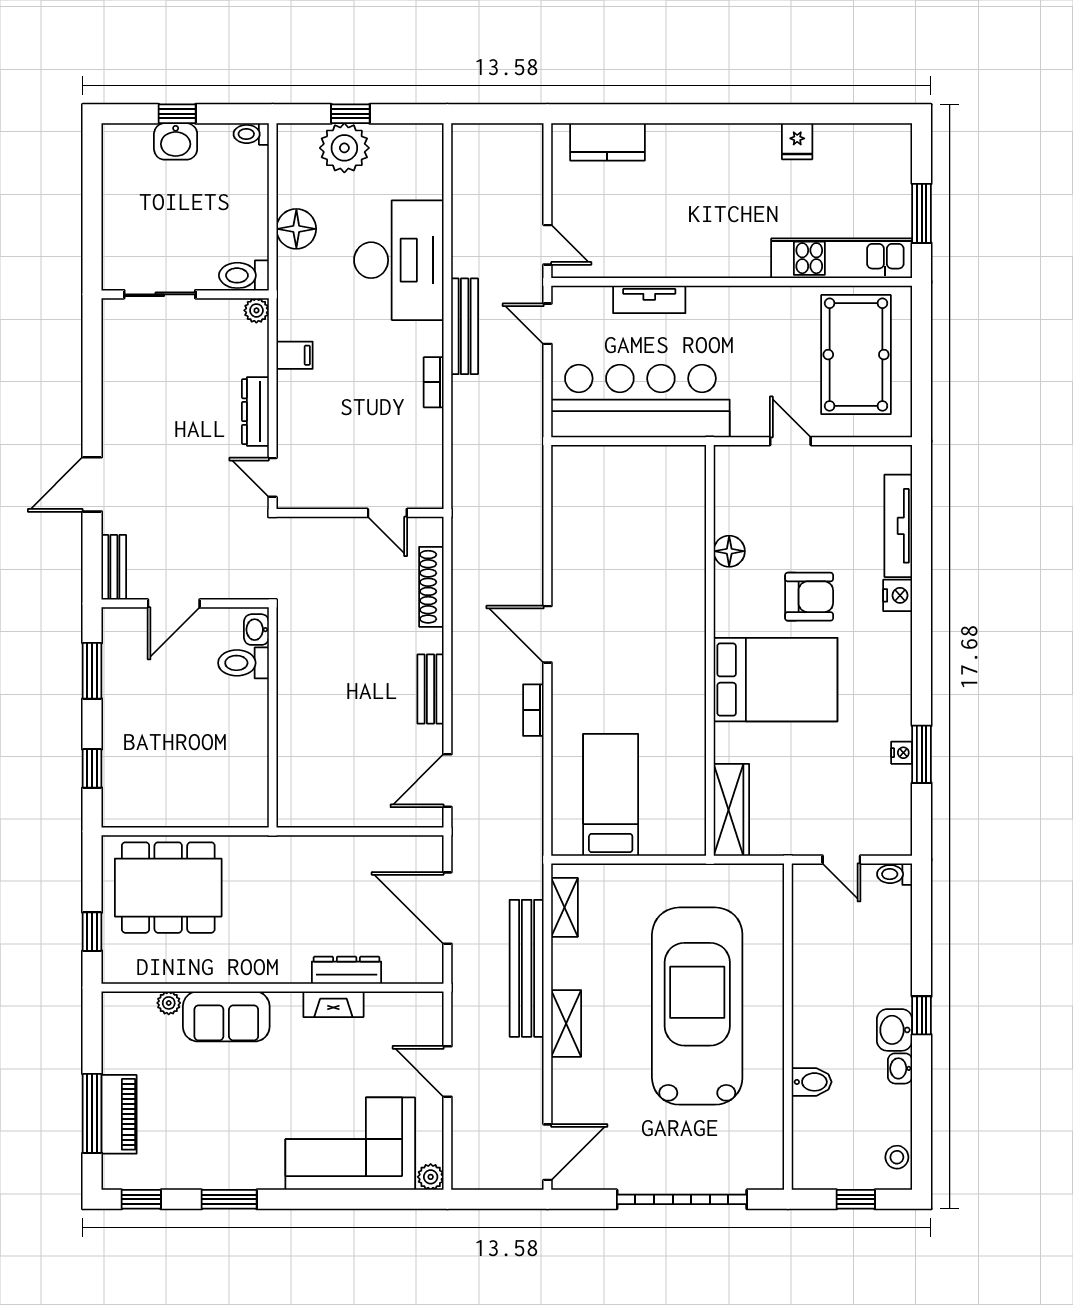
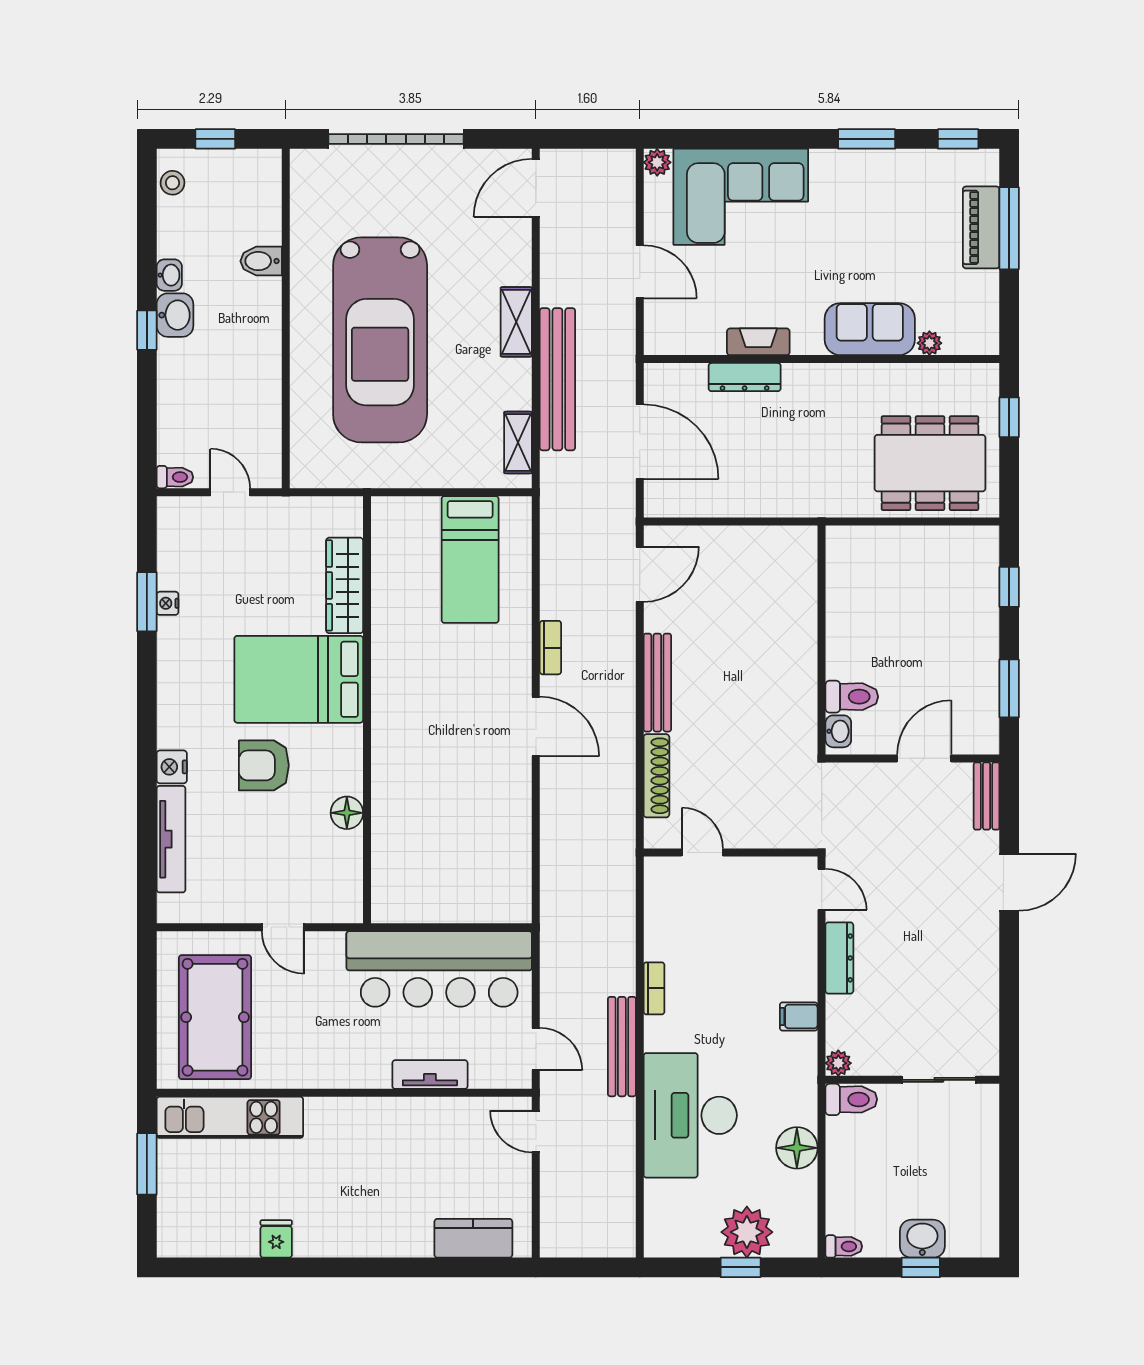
bench: (431, 689) -> (657, 683), width x1.36
wardrobe: (731, 810) -> (345, 585), moved

